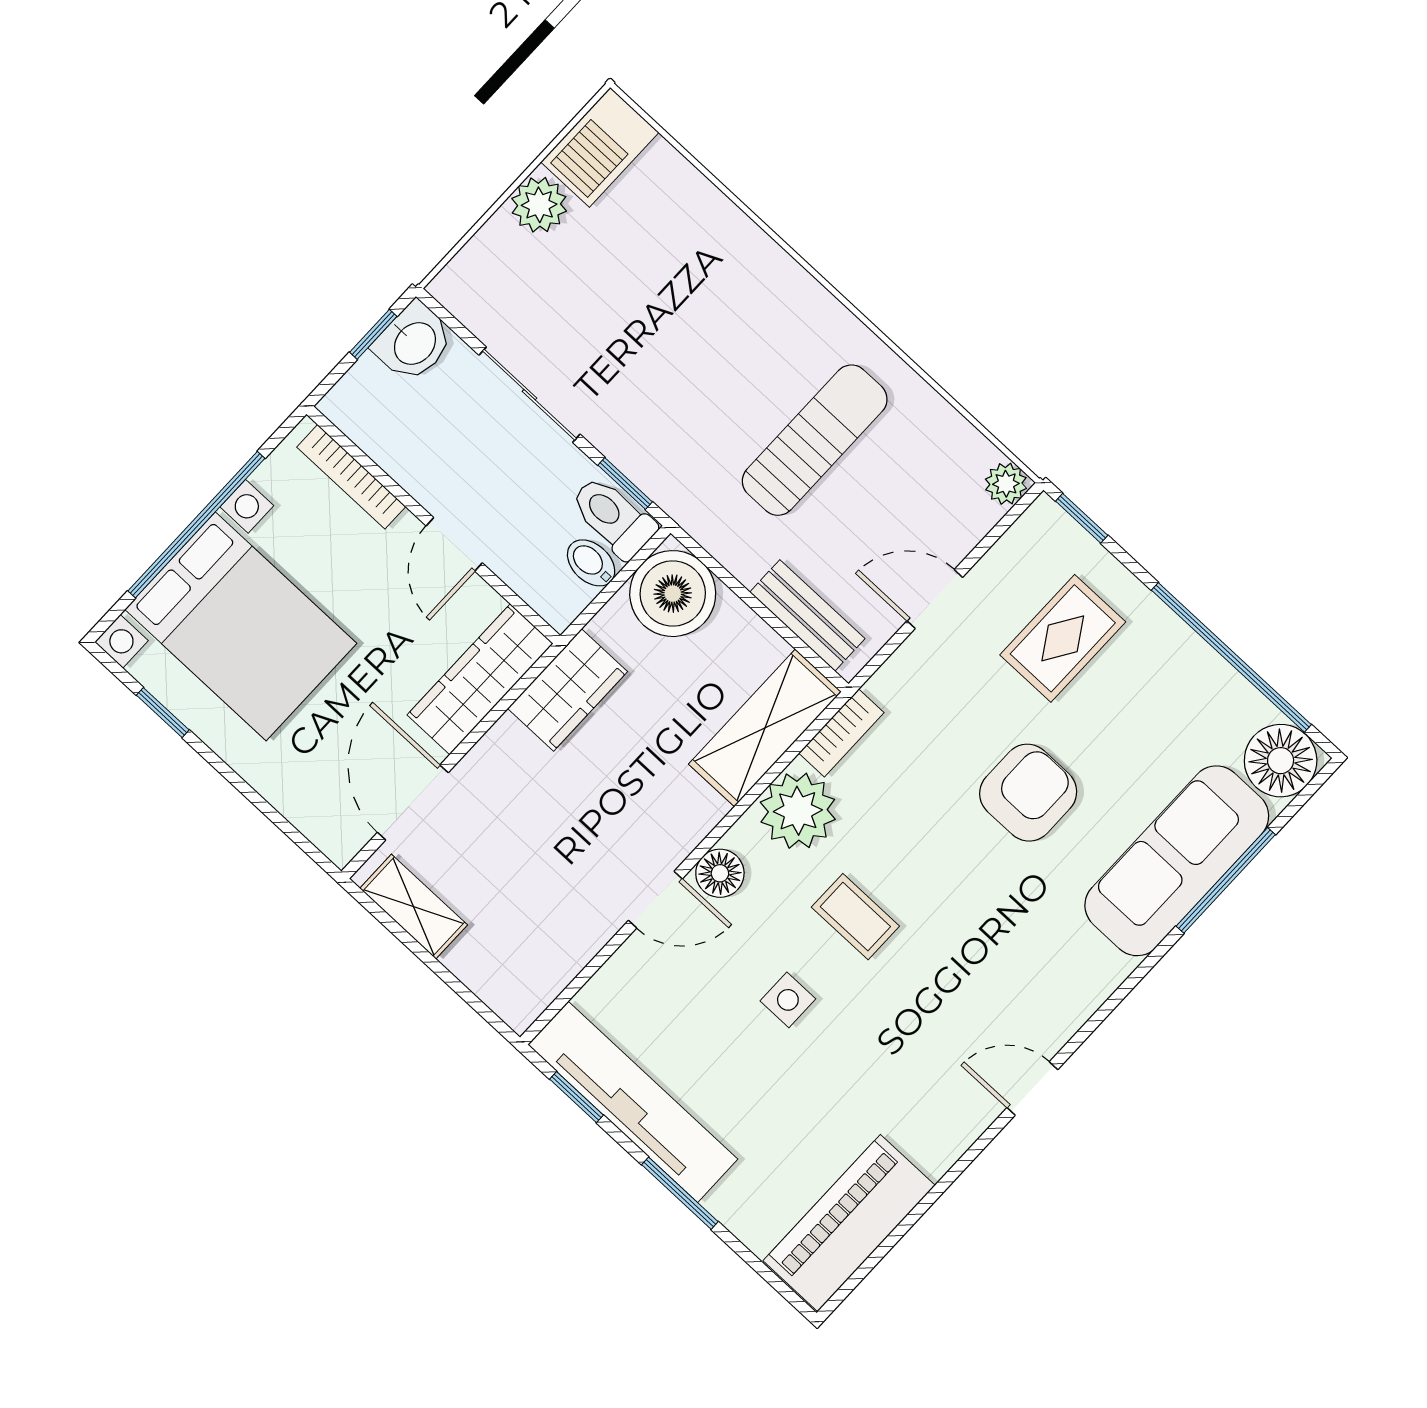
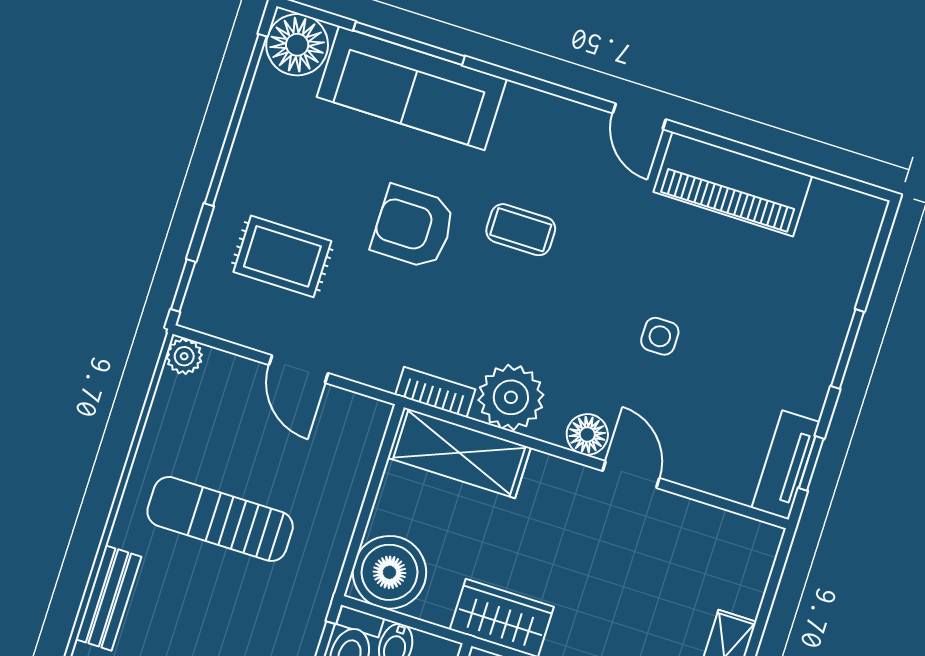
bench: (807, 615) -> (108, 598), moved
coffee table: (855, 917) -> (521, 230), moved, turned 90
tv unit: (633, 1102) -> (786, 465), width x0.52, depth x0.78
piano: (849, 1223) -> (733, 184), moved

